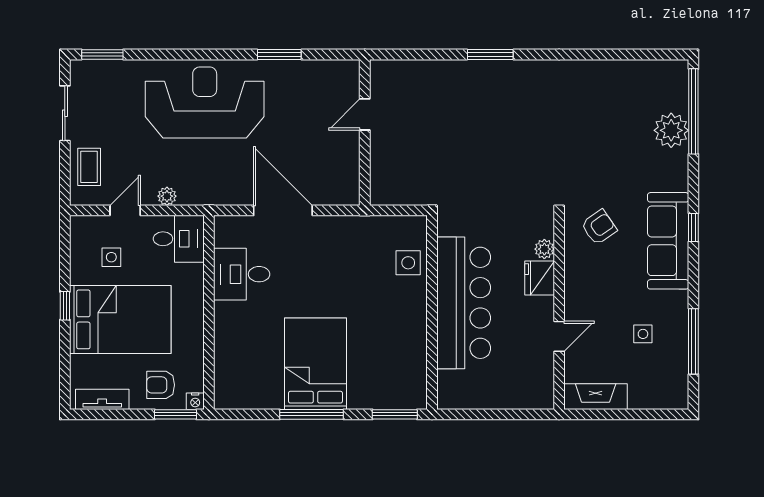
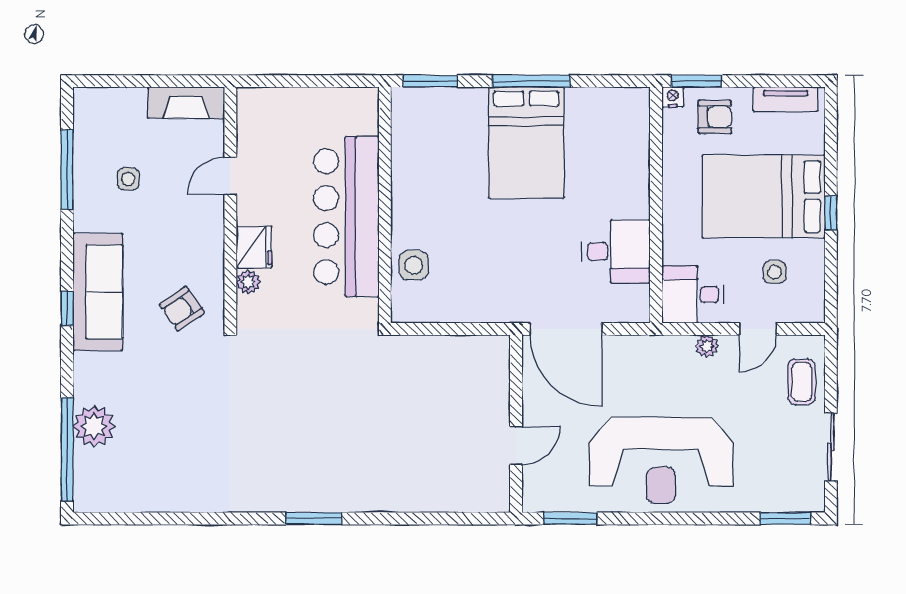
door: (365, 114) -> (516, 446), moved
wall: (365, 132) -> (516, 424), moved

